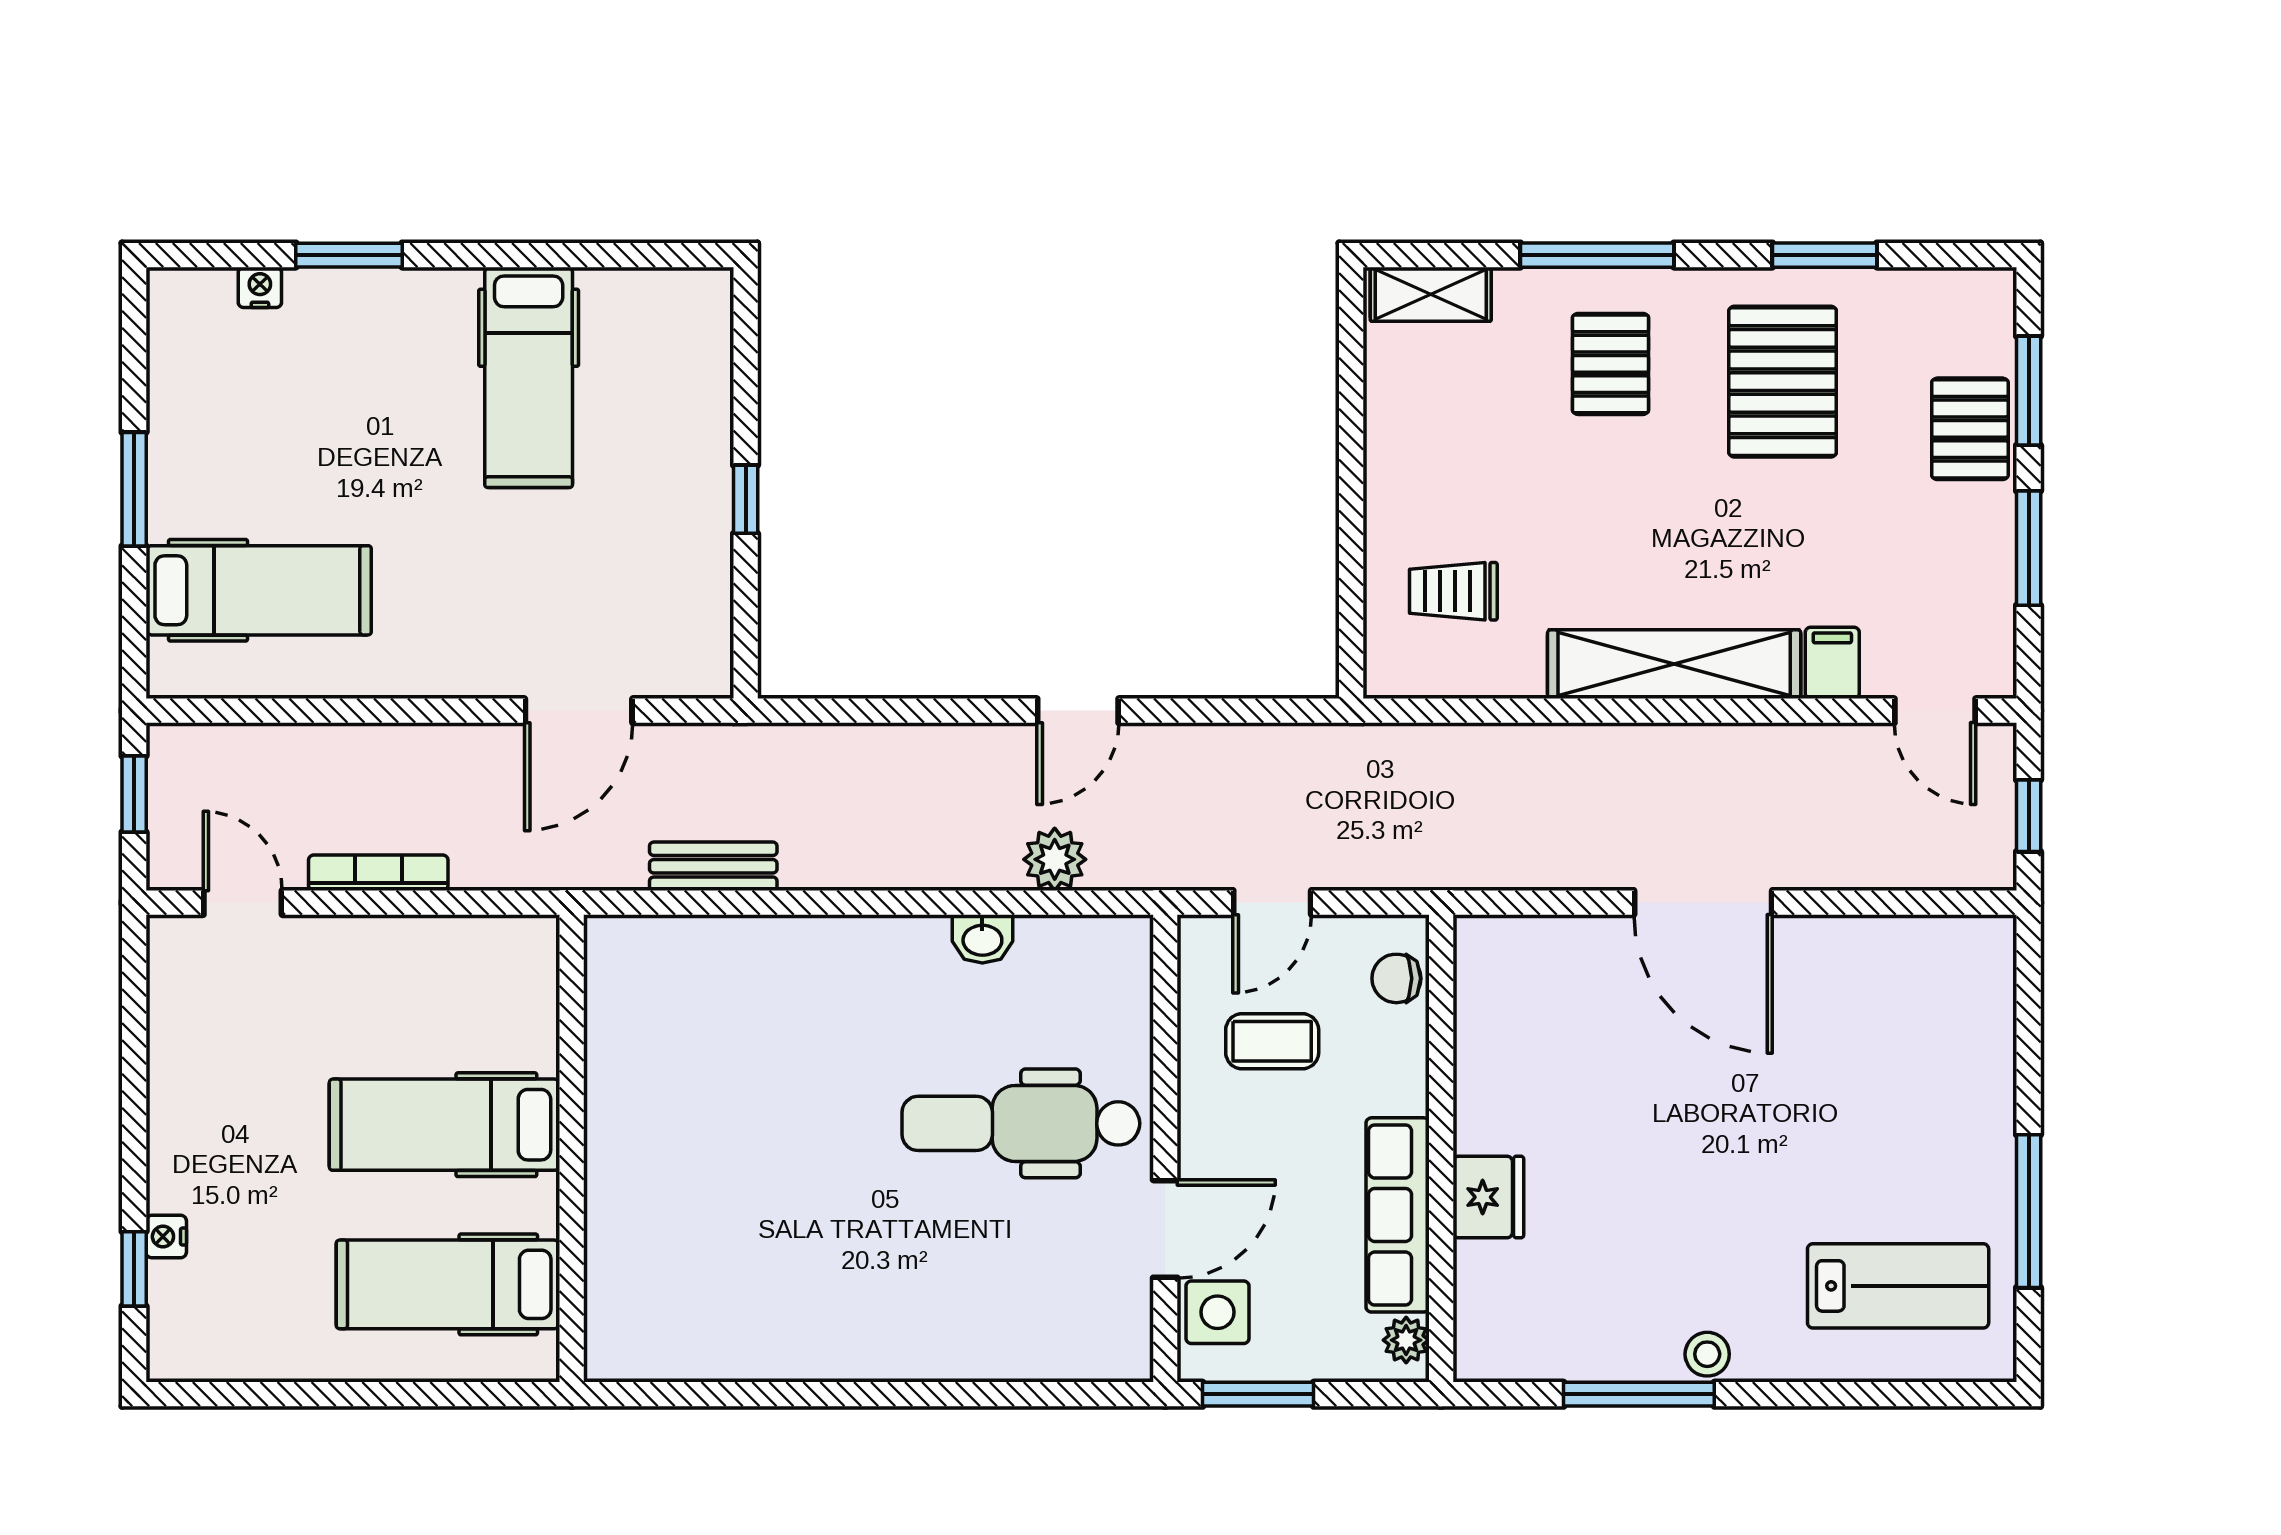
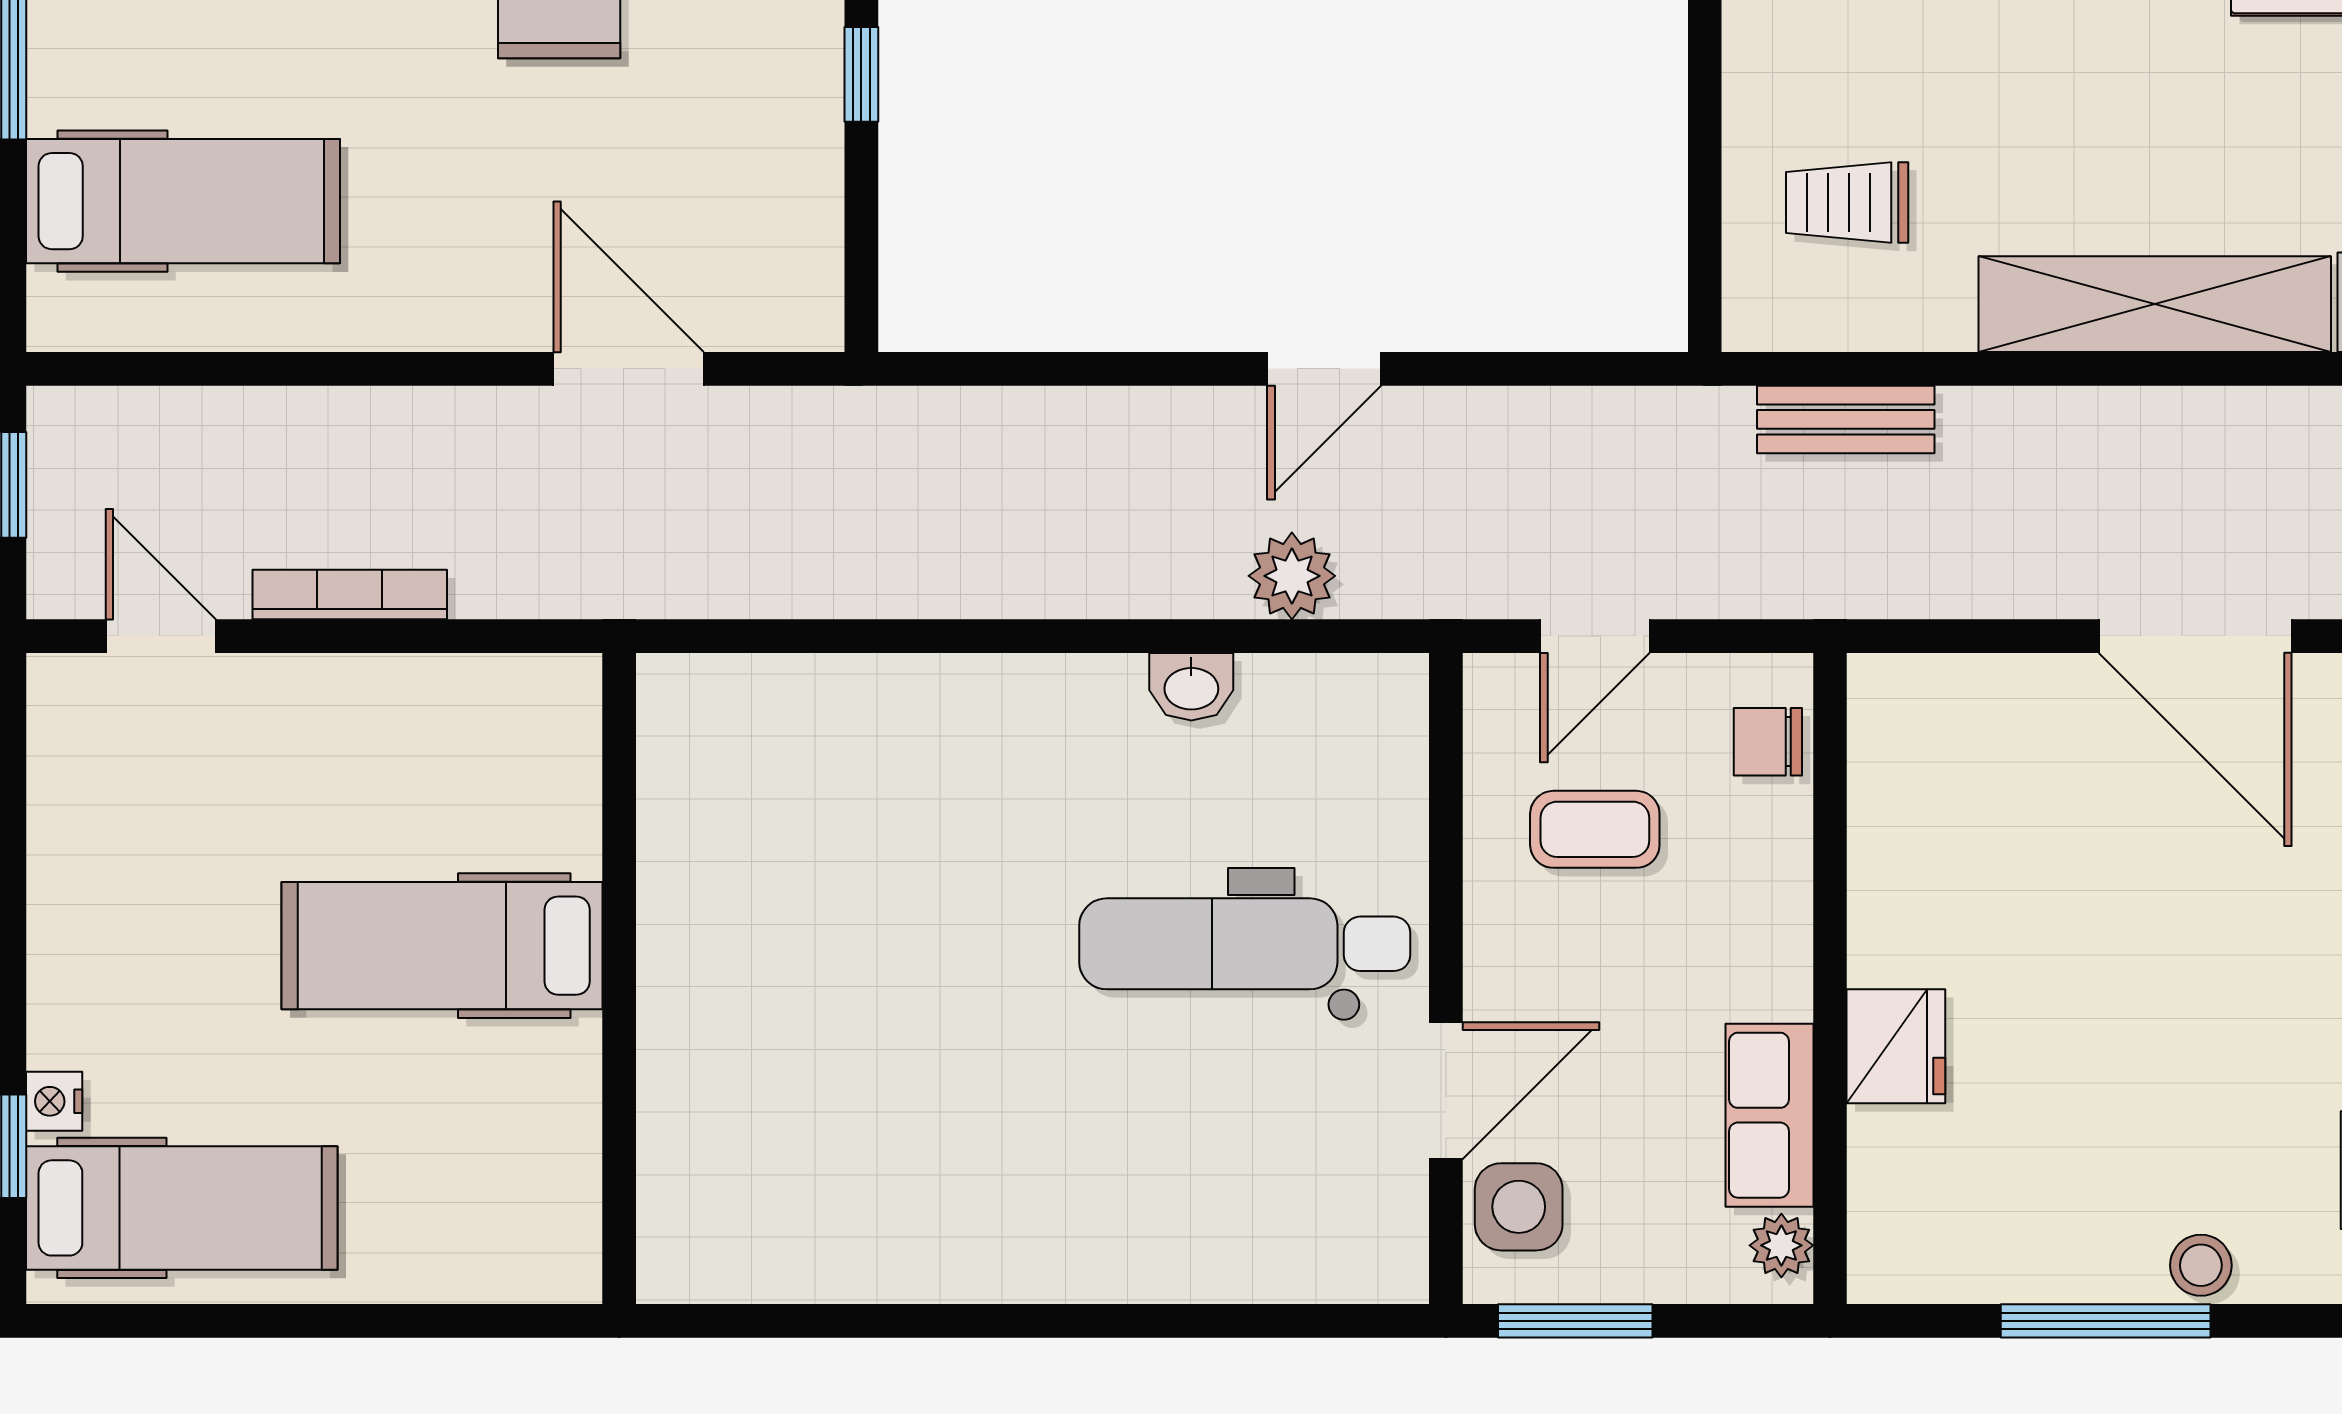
door: (579, 711) -> (629, 369), swing flipped
bench: (713, 866) -> (1846, 419), moved
row of seats: (1398, 1215) -> (1770, 1115), width x0.68
hospital bed: (448, 1284) -> (182, 1208), moved, turned 180

